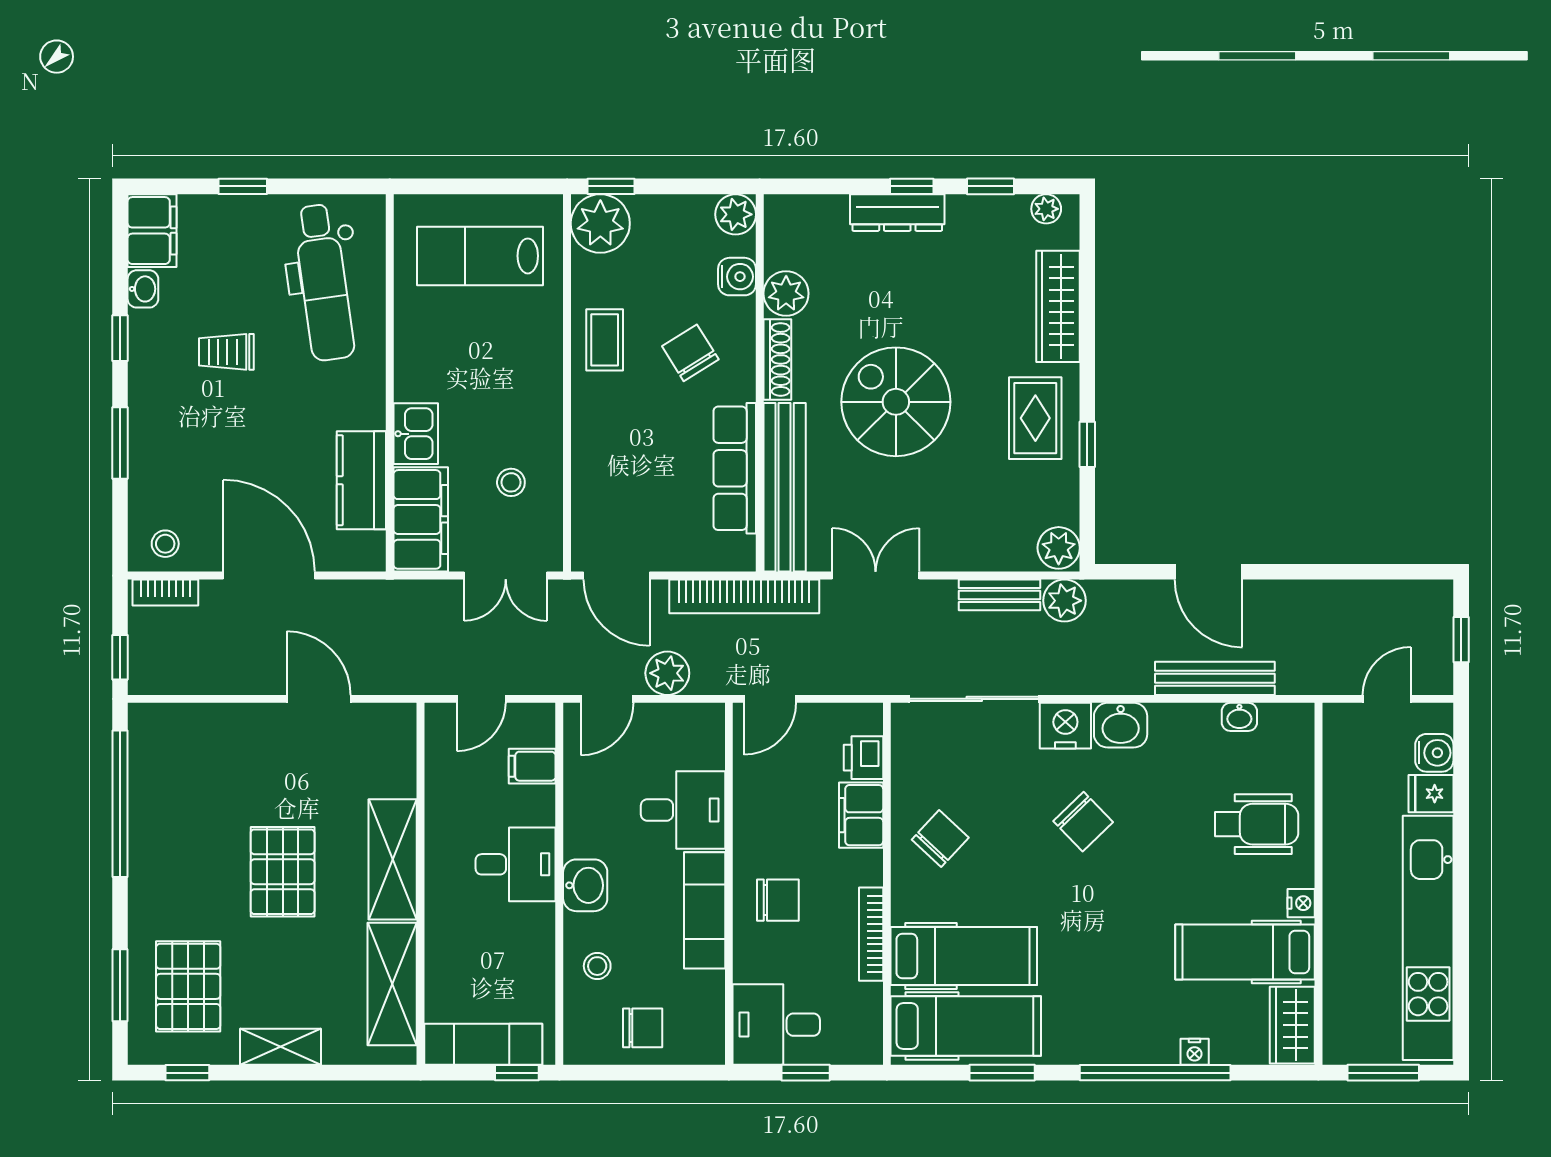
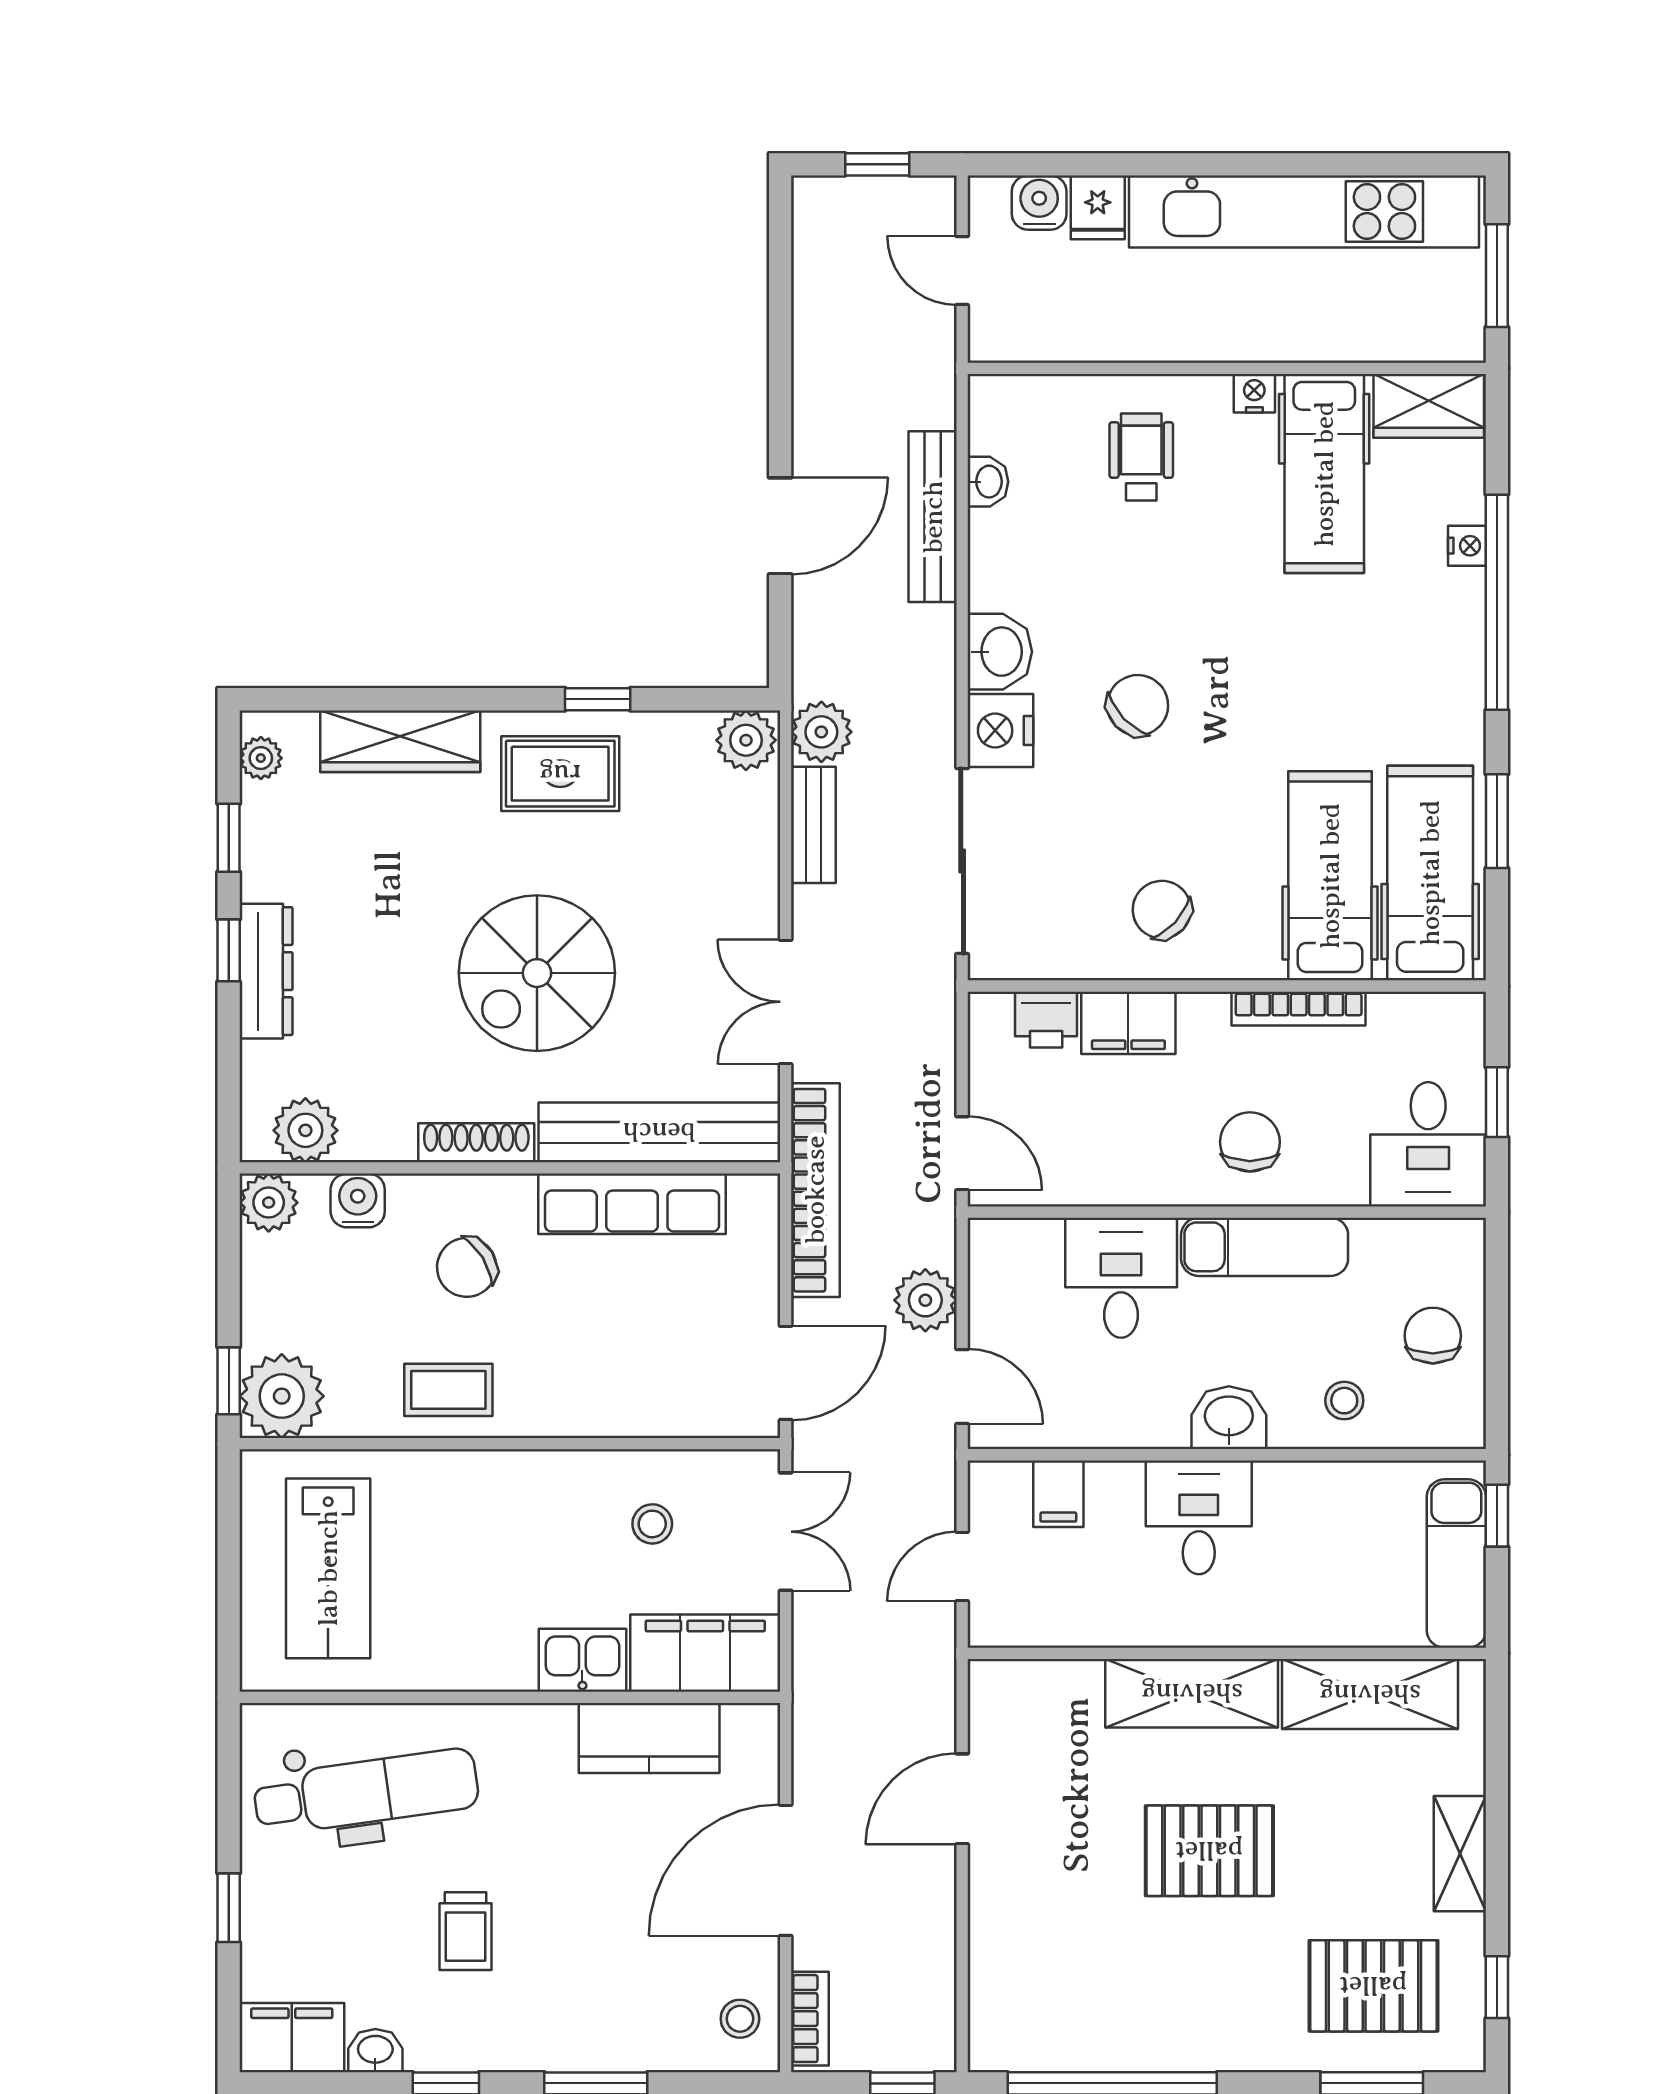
plant: (786, 293) -> (305, 1130), moved
door: (481, 699) -> (962, 1567), swing flipped
wheelchair: (1257, 824) -> (1141, 457), width x0.73, depth x0.73

